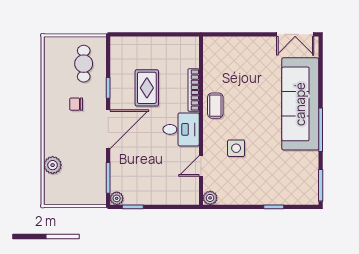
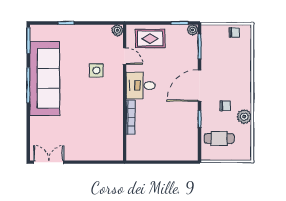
cafe table: (84, 64) -> (219, 139), turned 90
rug: (147, 88) -> (150, 38), moved, turned 90
sofa: (300, 104) -> (45, 78), moved
coffee table: (215, 106) -> (113, 105), removed
plant: (53, 165) -> (244, 117), moved
door: (201, 166) -> (125, 56), hinge flipped
chair: (65, 195) -> (234, 32), added

